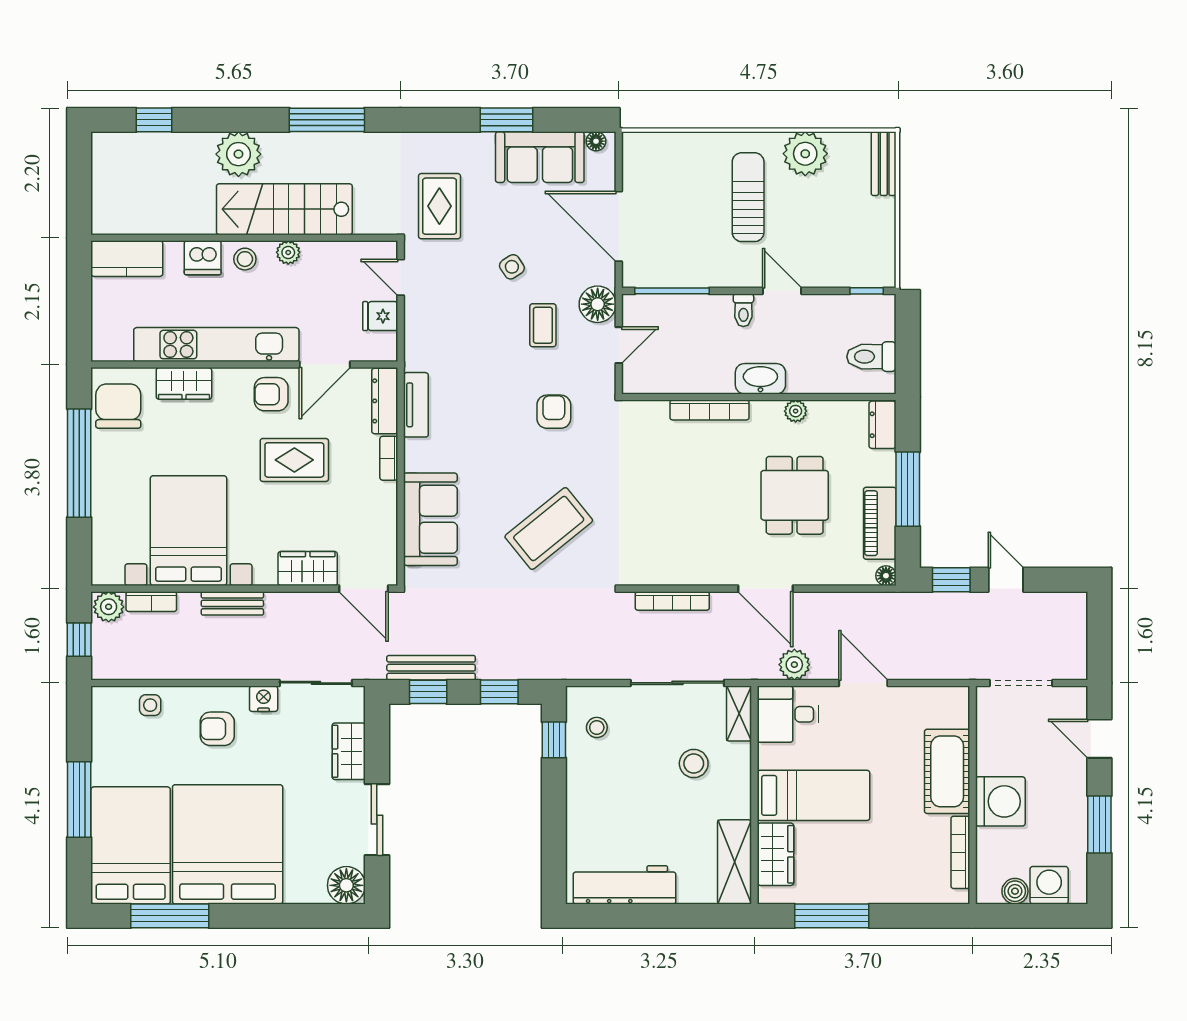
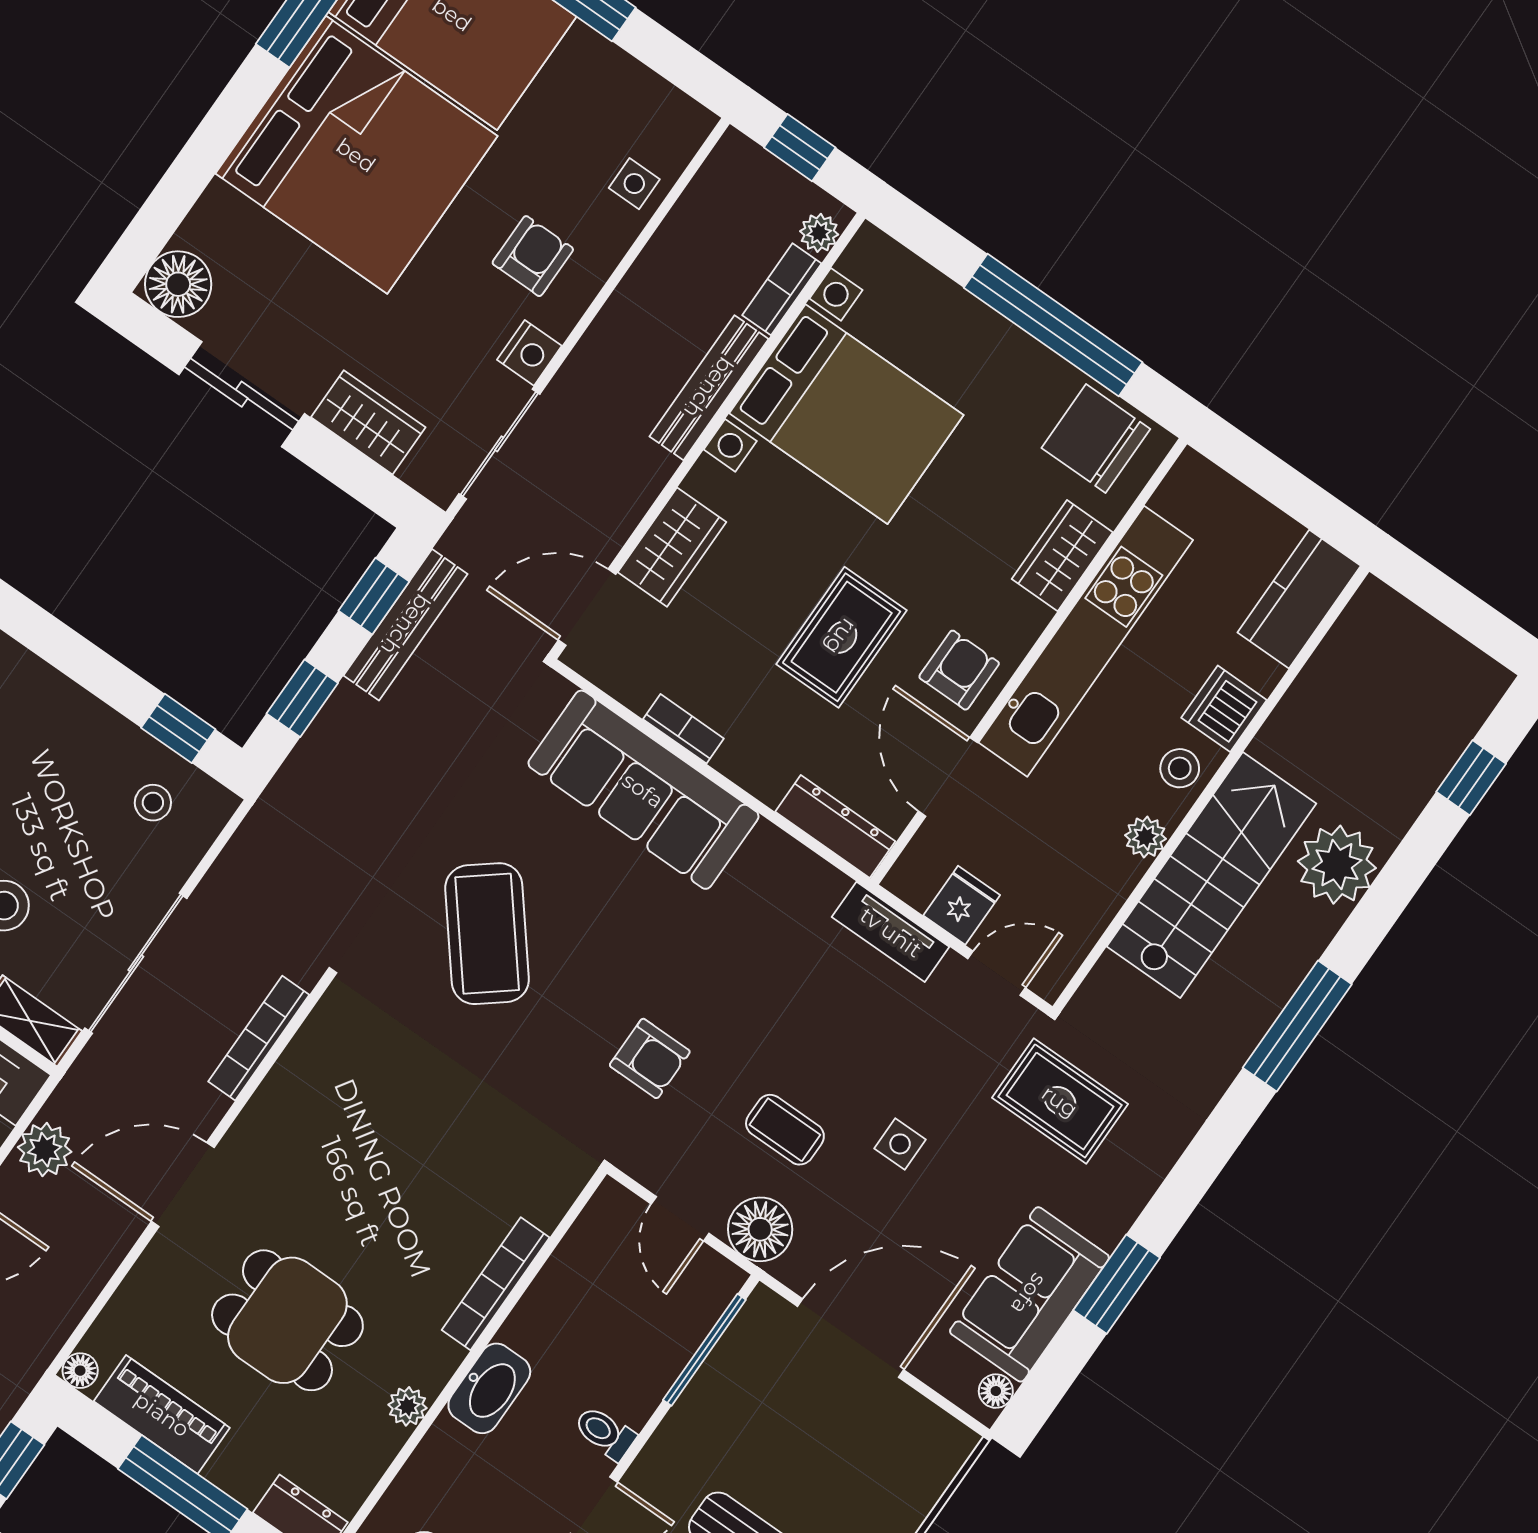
side table: (512, 267) -> (900, 1144), turned 33
tv unit: (416, 405) -> (891, 932), moved
chair: (118, 406) -> (1096, 438), turned 180
bookcase: (389, 458) -> (683, 729), moved
sofa: (430, 519) -> (643, 790), width x1.36
bench: (232, 603) -> (709, 388), width x1.36
plant: (109, 607) -> (819, 233), width x0.73, depth x0.73

